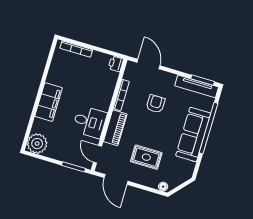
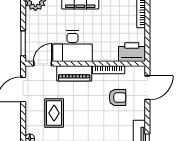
printer: (116, 64) -> (132, 52), width x1.87, depth x1.48
armchair: (156, 104) -> (118, 98), moved
desk: (90, 122) -> (72, 46), width x1.37

